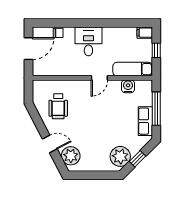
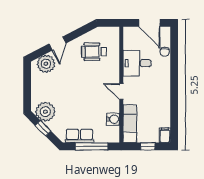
desk: (88, 41) -> (137, 63), moved, turned 180

